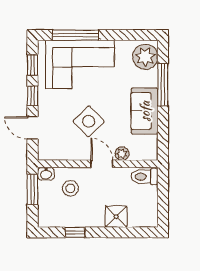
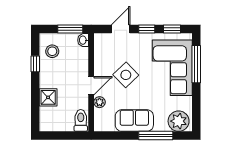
stool: (70, 188) -> (52, 51), moved

